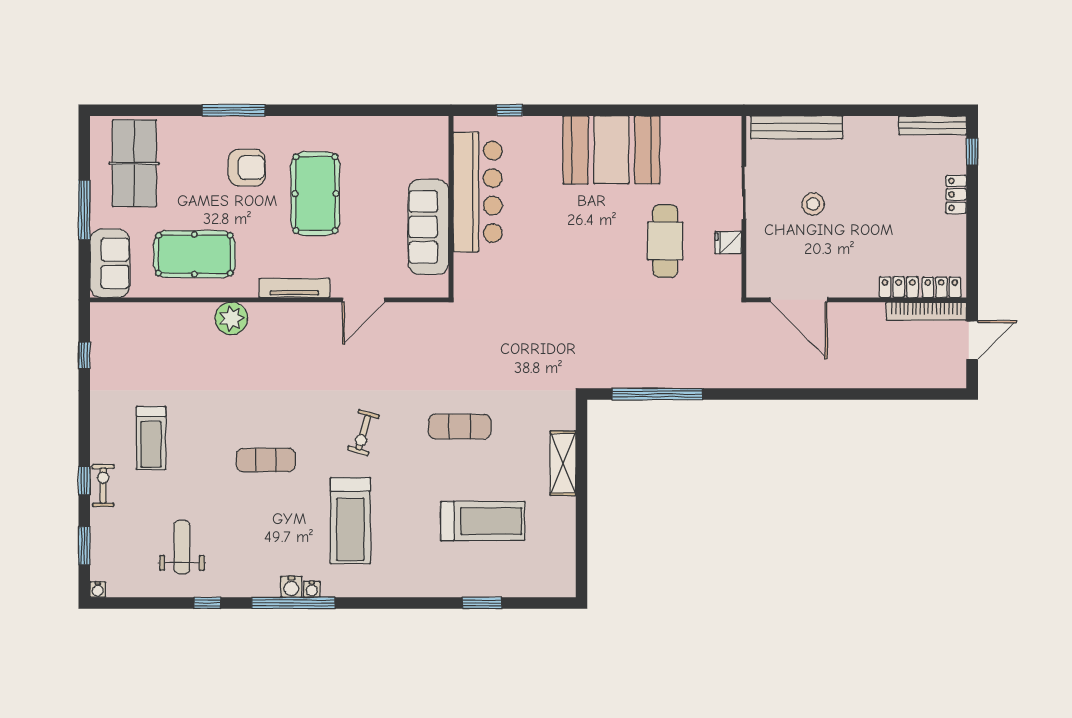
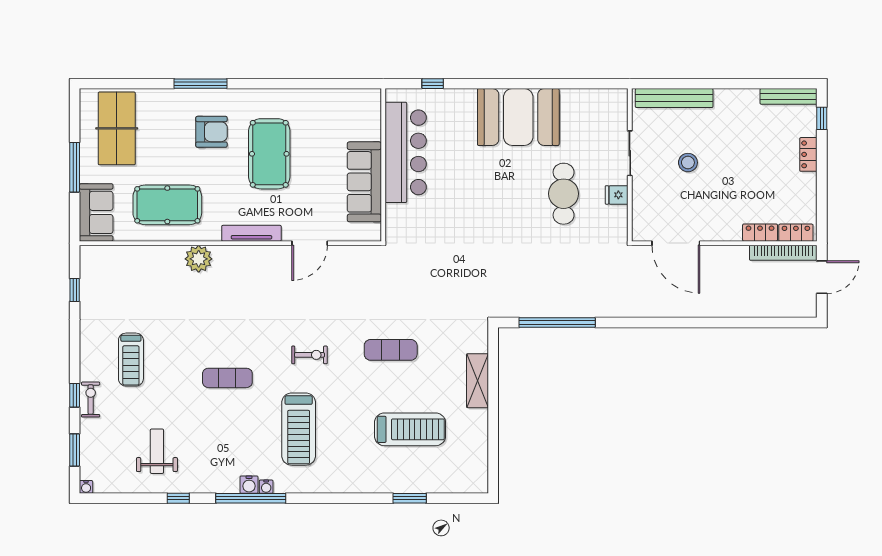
exercise bike: (363, 433) -> (310, 355), turned -106

